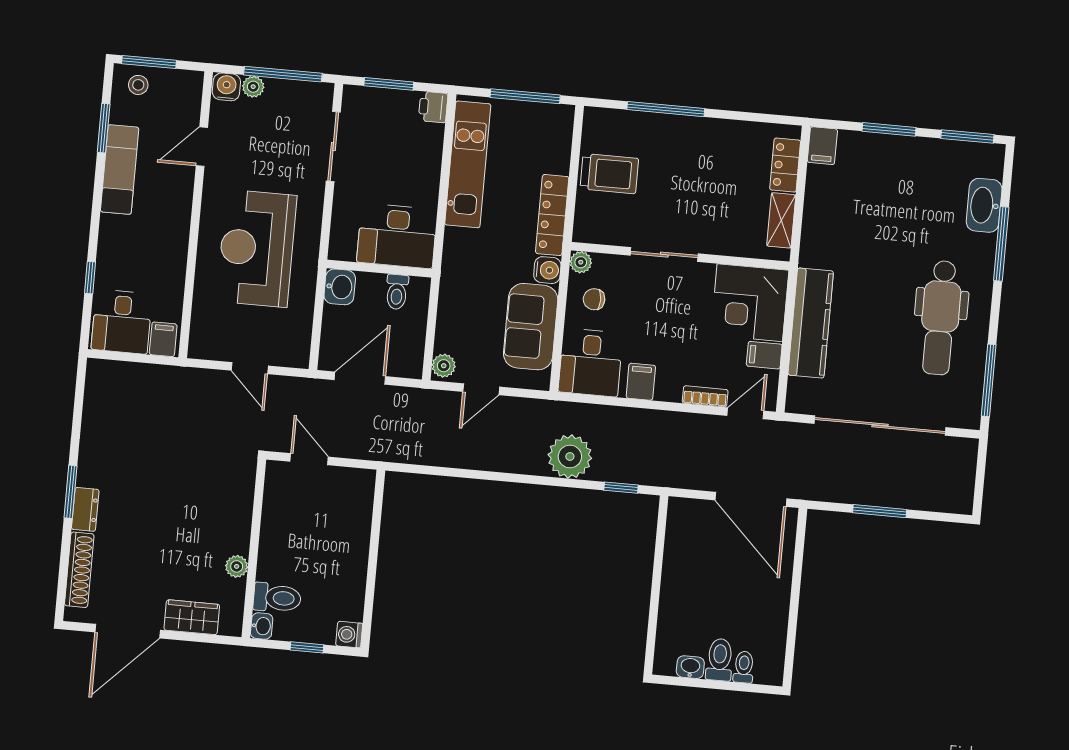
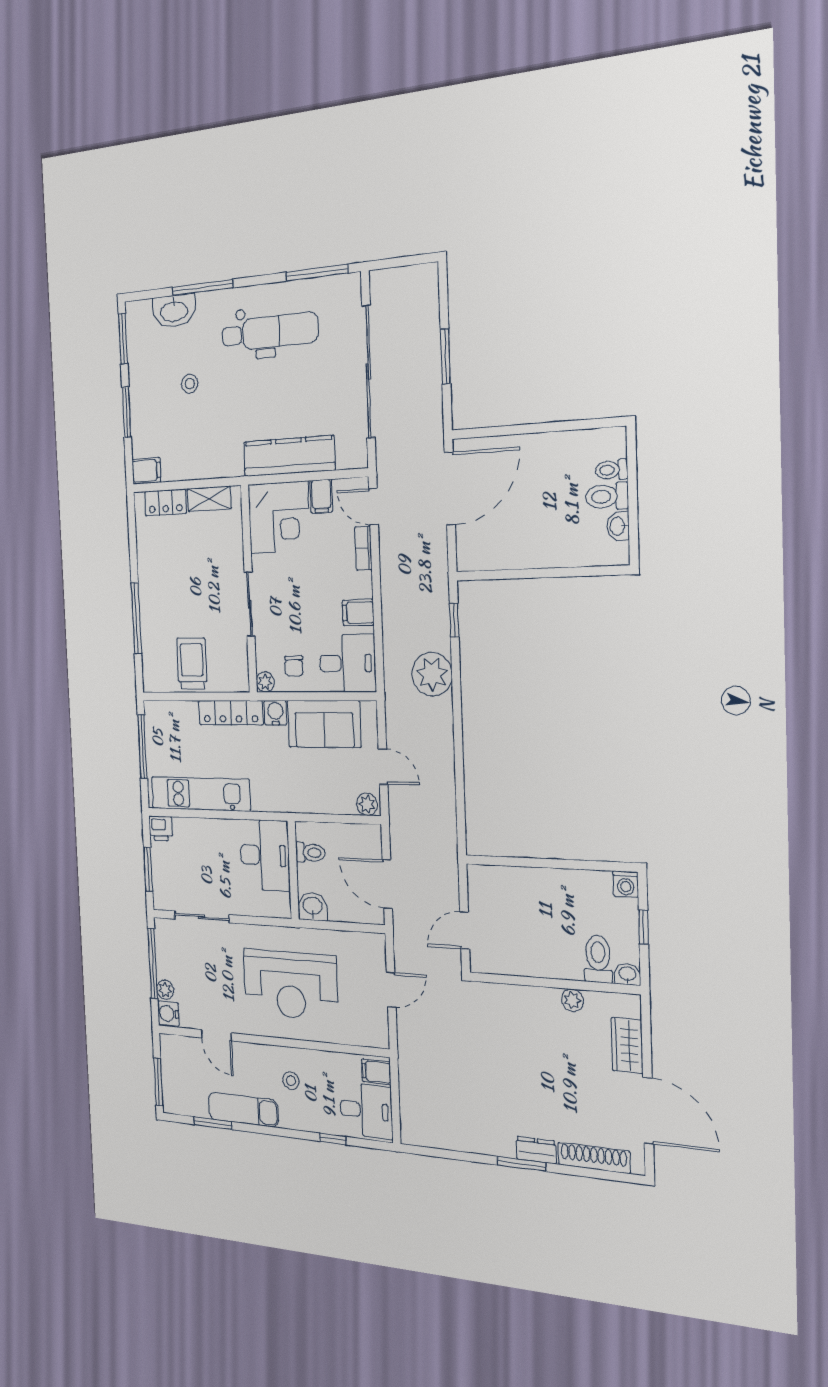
stool: (138, 85) -> (291, 1081), moved
stool: (905, 214) -> (190, 384), added

